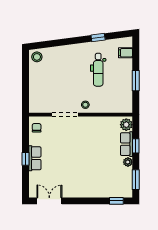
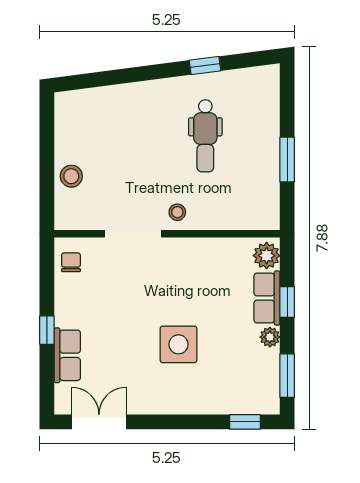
filing cabinet: (126, 53) -> (265, 99), removed
stool: (37, 57) -> (71, 176), moved
row of seats: (35, 158) -> (67, 355), moved
side table: (86, 165) -> (178, 344), added

